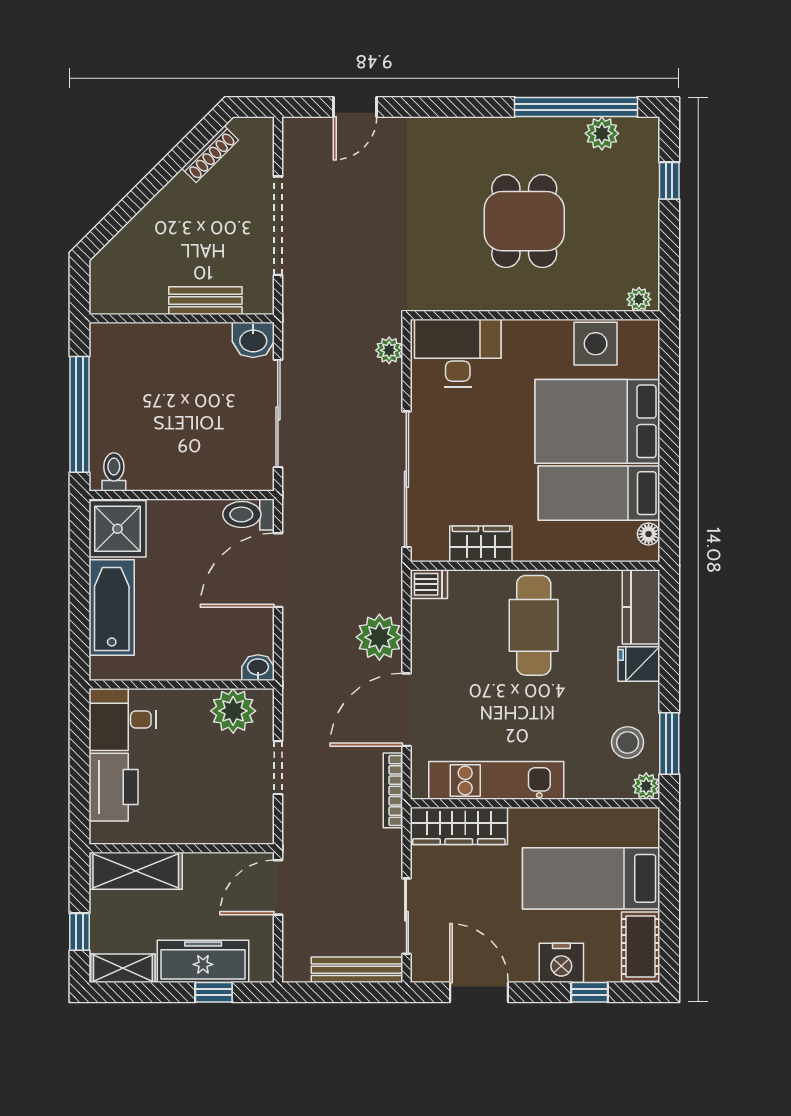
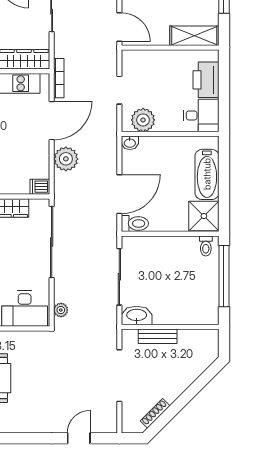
washbasin: (253, 340) -> (137, 315), width x1.38
door: (278, 887) -> (119, 27), hinge flipped

